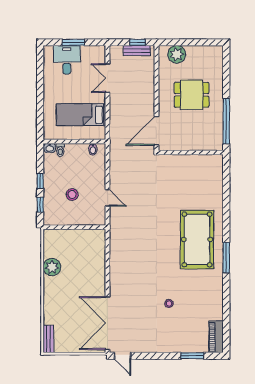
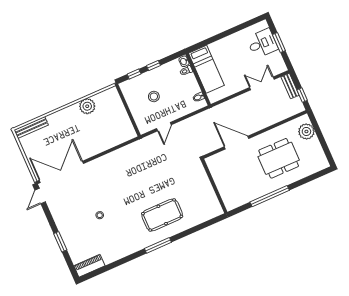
bench: (137, 51) -> (290, 86), moved
dining table: (192, 95) -> (279, 158), width x1.38
bed: (81, 115) -> (206, 69), moved, turned 180
wall: (191, 153) -> (214, 186), moved
pool table: (197, 239) -> (162, 215), width x0.73, depth x0.76
bench: (48, 339) -> (31, 127), width x1.36
window: (192, 356) -> (60, 242), moved

